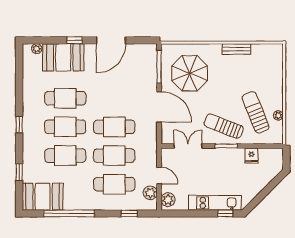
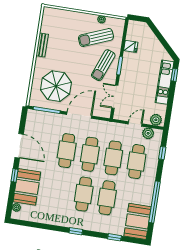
cafe table: (65, 98) -> (67, 151), moved

